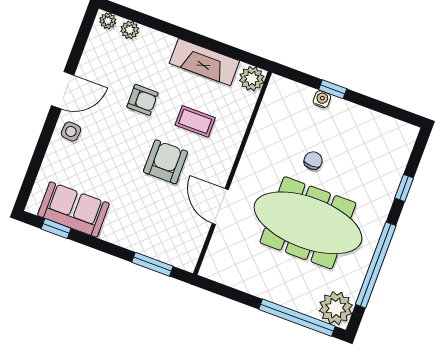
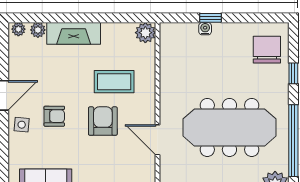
fireplace: (204, 62) -> (74, 33), moved
armchair: (142, 100) -> (54, 116), moved
coffee table: (195, 121) -> (114, 82), width x1.36, depth x1.30
chair: (313, 161) -> (267, 50), moved, width x1.87, depth x1.87

